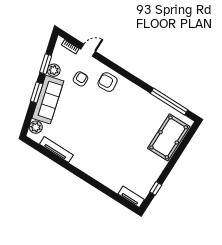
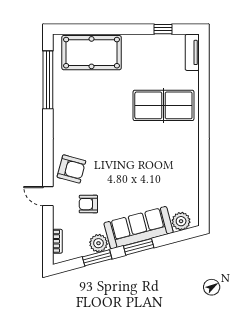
door: (88, 50) -> (48, 196), moved
armchair: (108, 82) -> (71, 169), turned -71
tv unit: (56, 150) -> (192, 179), removed
table tennis table: (111, 160) -> (163, 105), added

